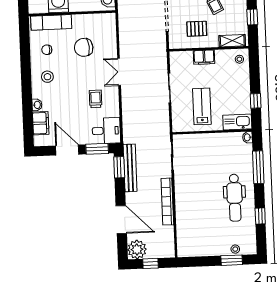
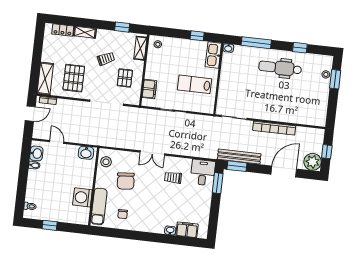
filing cabinet: (204, 57) -> (149, 89), moved
stool: (47, 77) -> (106, 162), moved
door: (67, 150) -> (215, 210), removed
dental chair: (235, 198) -> (280, 68), turned 180

